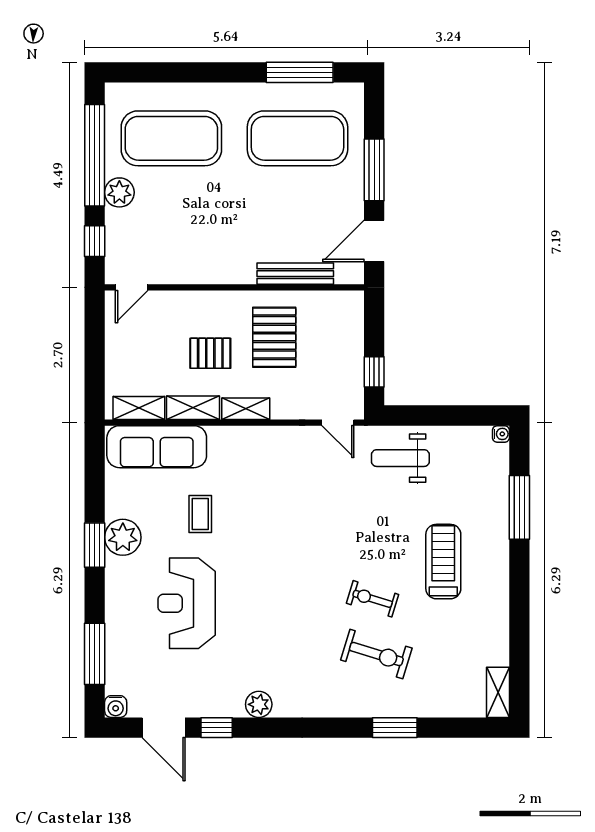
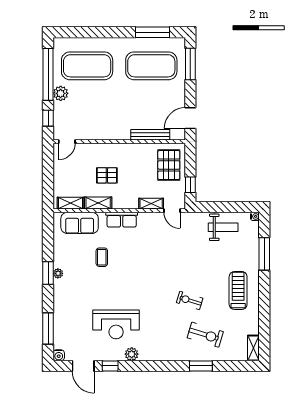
window: (374, 170) -> (190, 64), moved
pallet: (274, 337) -> (169, 165), moved
shelving: (246, 409) -> (151, 204), moved
row of seats: (239, 440) -> (122, 220), added
sofa: (157, 447) -> (80, 223), width x0.73
weight bench: (400, 458) -> (223, 227), moved, turned 180
plant: (123, 537) -> (58, 273), width x0.53, depth x0.53
treadmill: (443, 562) -> (238, 290), moved
reception desk: (187, 603) -> (116, 324), moved, turned -90
exercise bike: (376, 654) -> (205, 335), moved

